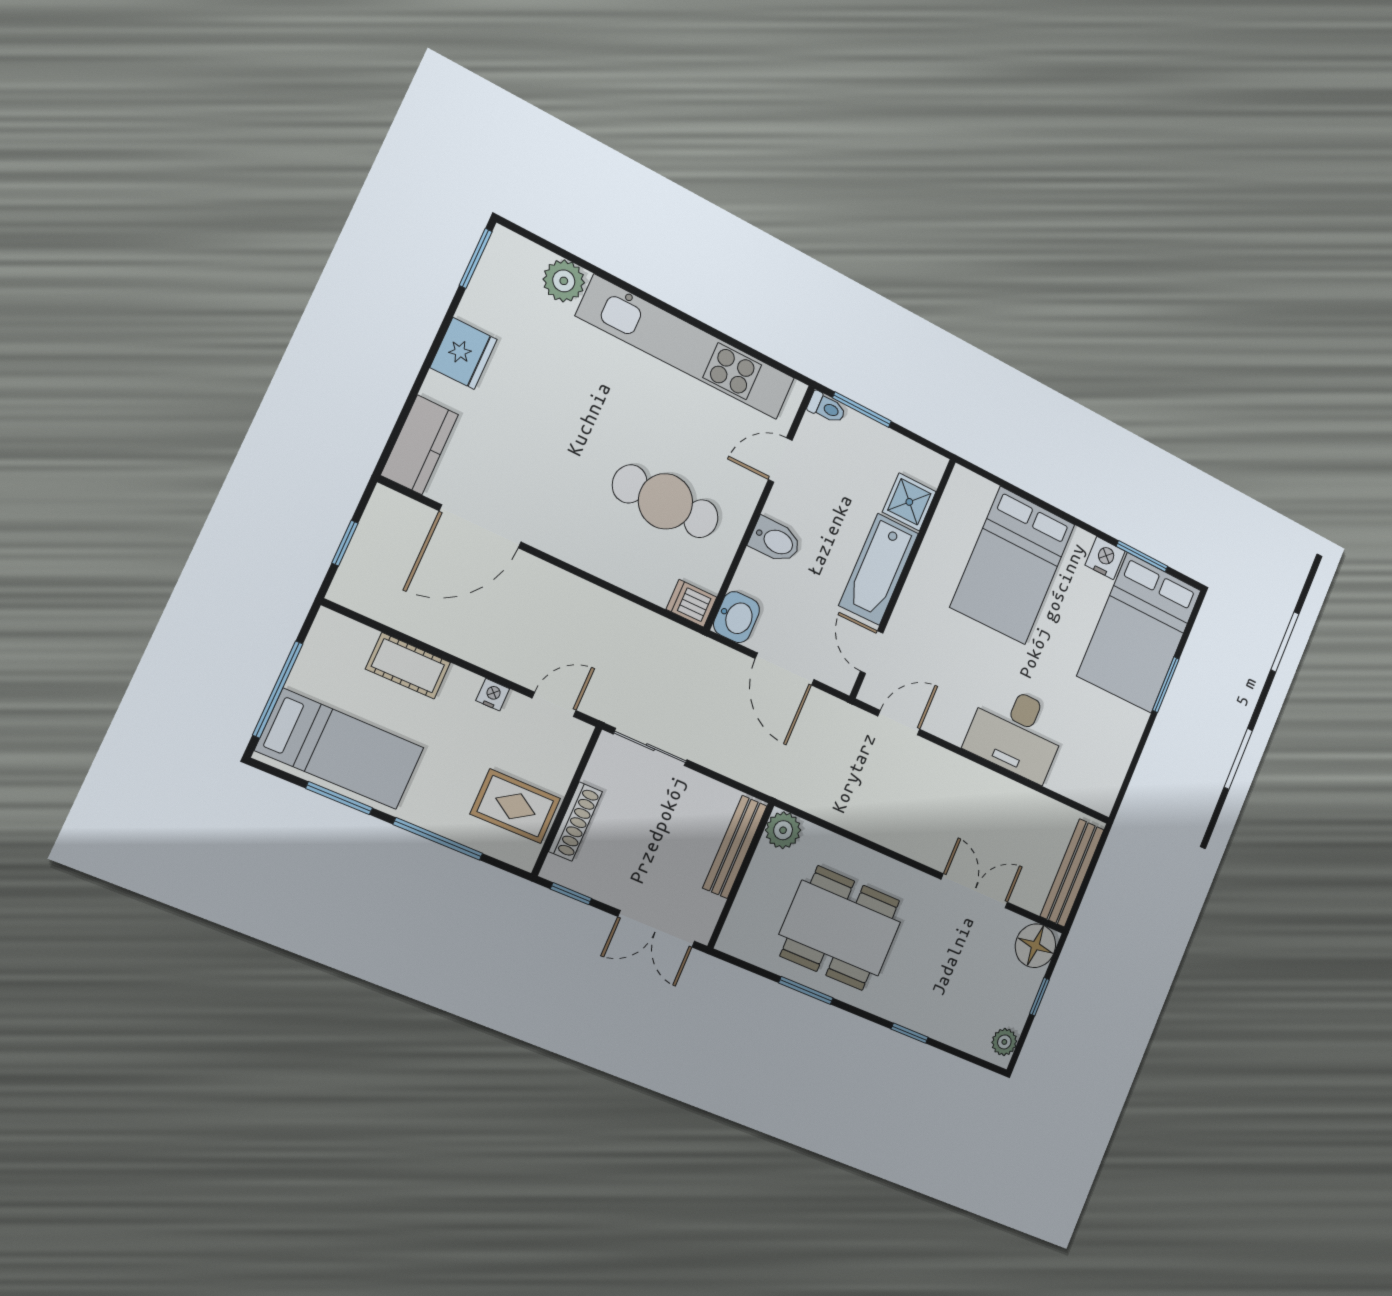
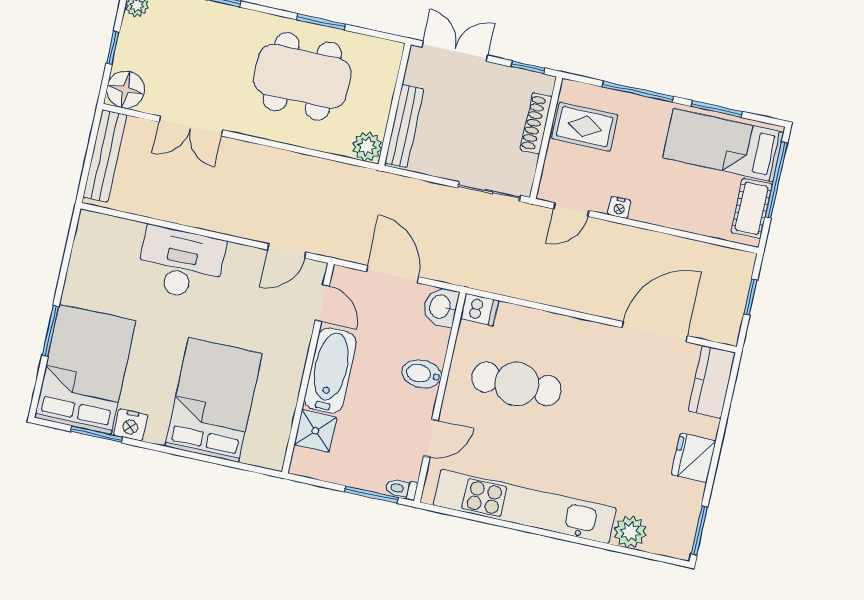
cot: (408, 666) -> (752, 208), moved, turned 90

